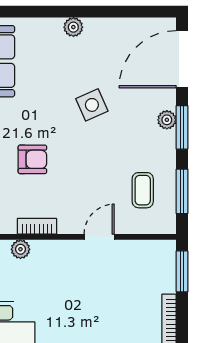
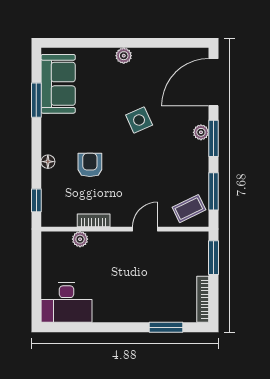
armchair: (32, 159) -> (90, 165), turned -90
coffee table: (143, 190) -> (189, 209), moved, turned 64

